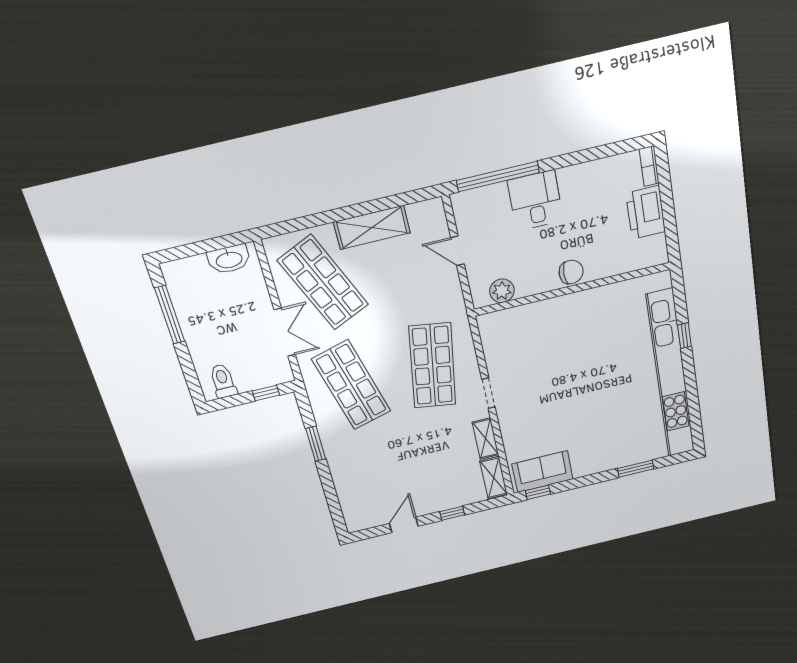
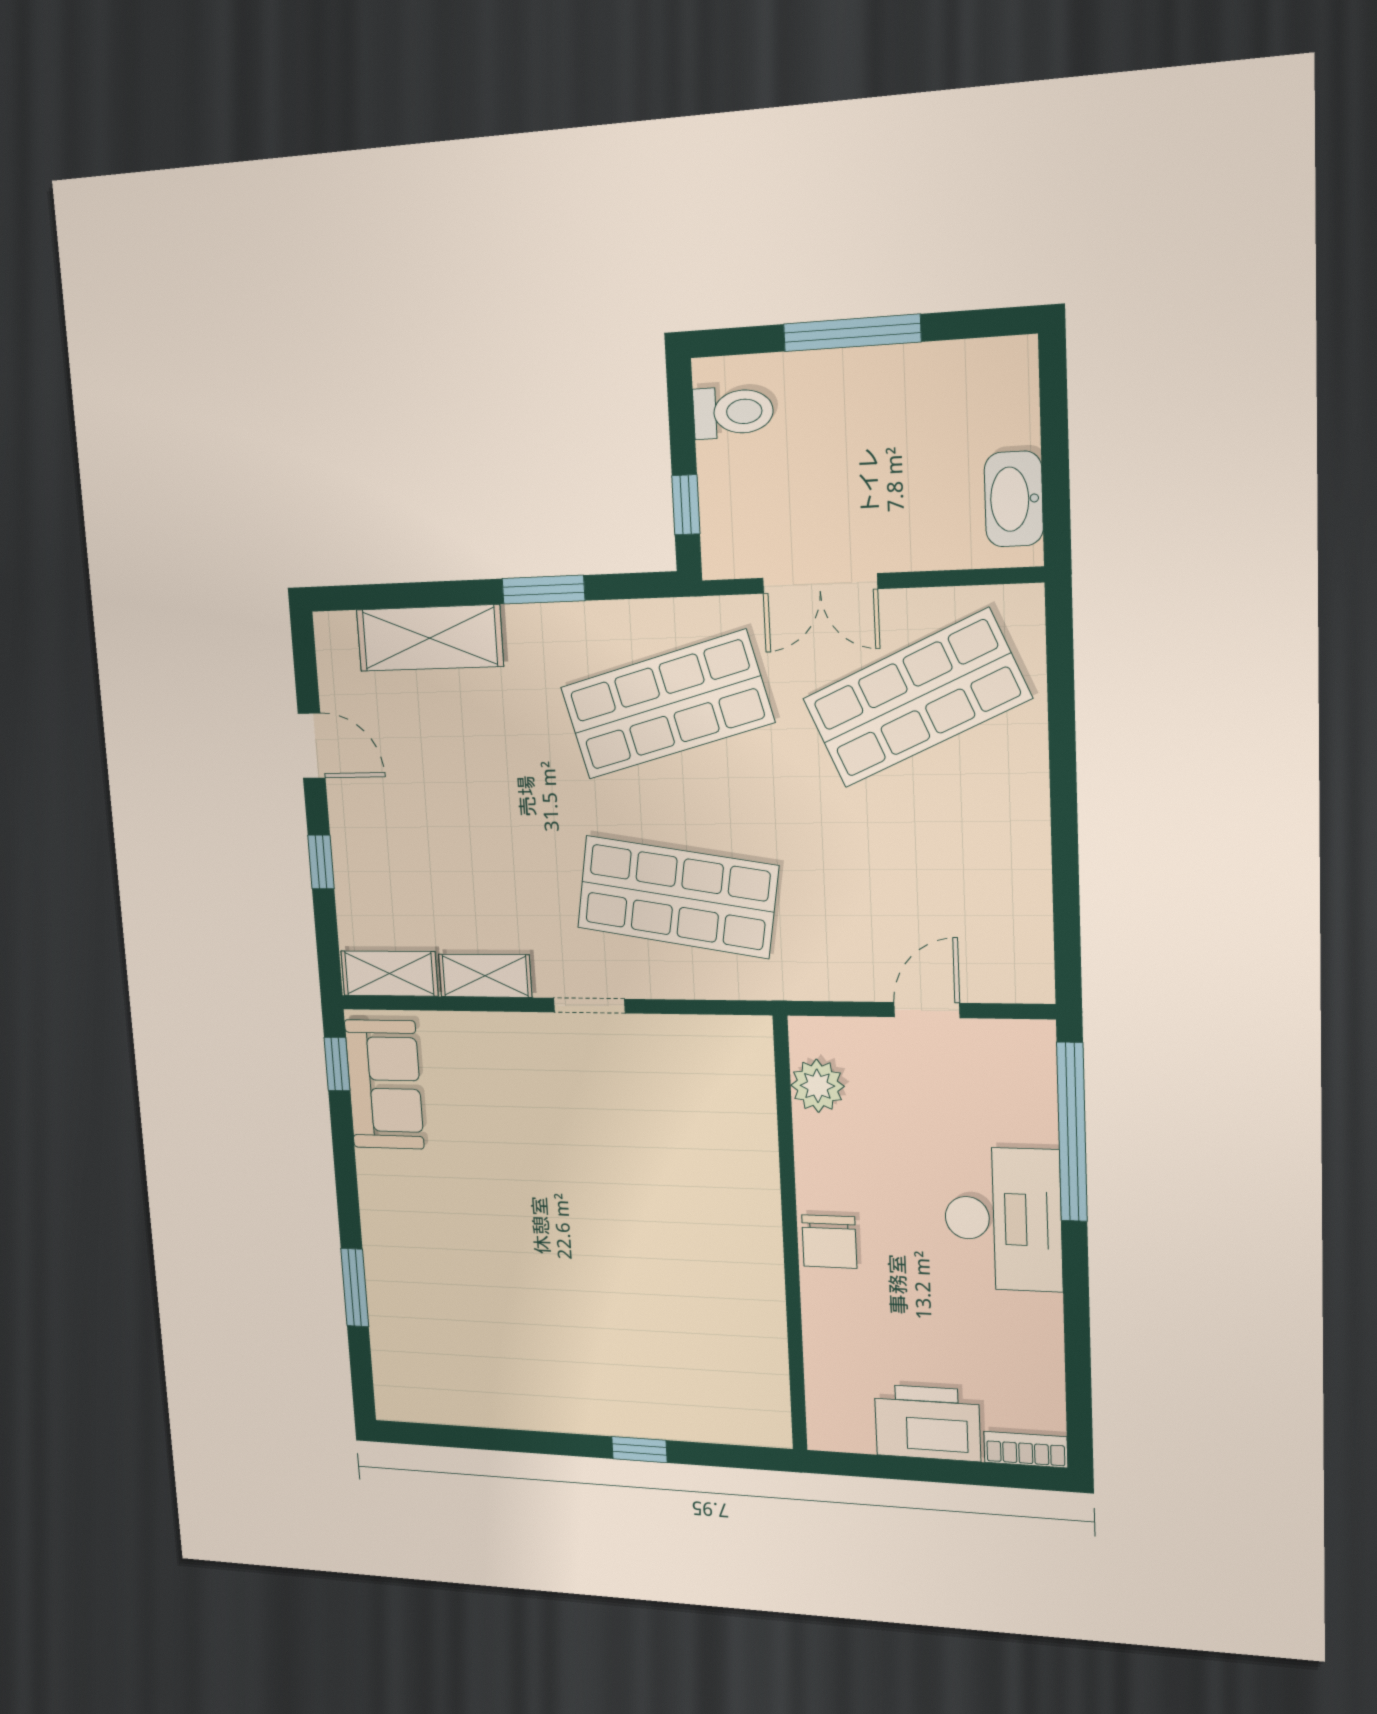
desk: (535, 201) -> (1003, 1219), width x1.37
shelving: (372, 227) -> (430, 638), moved, turned 90
window: (170, 315) -> (852, 333), moved
kitchen unit: (671, 375) -> (557, 1404), removed

